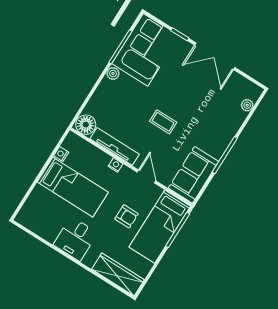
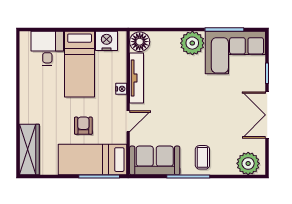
plant: (113, 73) -> (192, 43), width x1.87, depth x1.87
plant: (247, 105) -> (248, 163), width x1.88, depth x1.88
coffee table: (163, 122) -> (202, 157), moved
nightstand: (61, 154) -> (107, 41), width x1.89, depth x1.79
armchair: (127, 216) -> (83, 126), turned 180
desk: (75, 239) -> (47, 48), moved, turned 90

